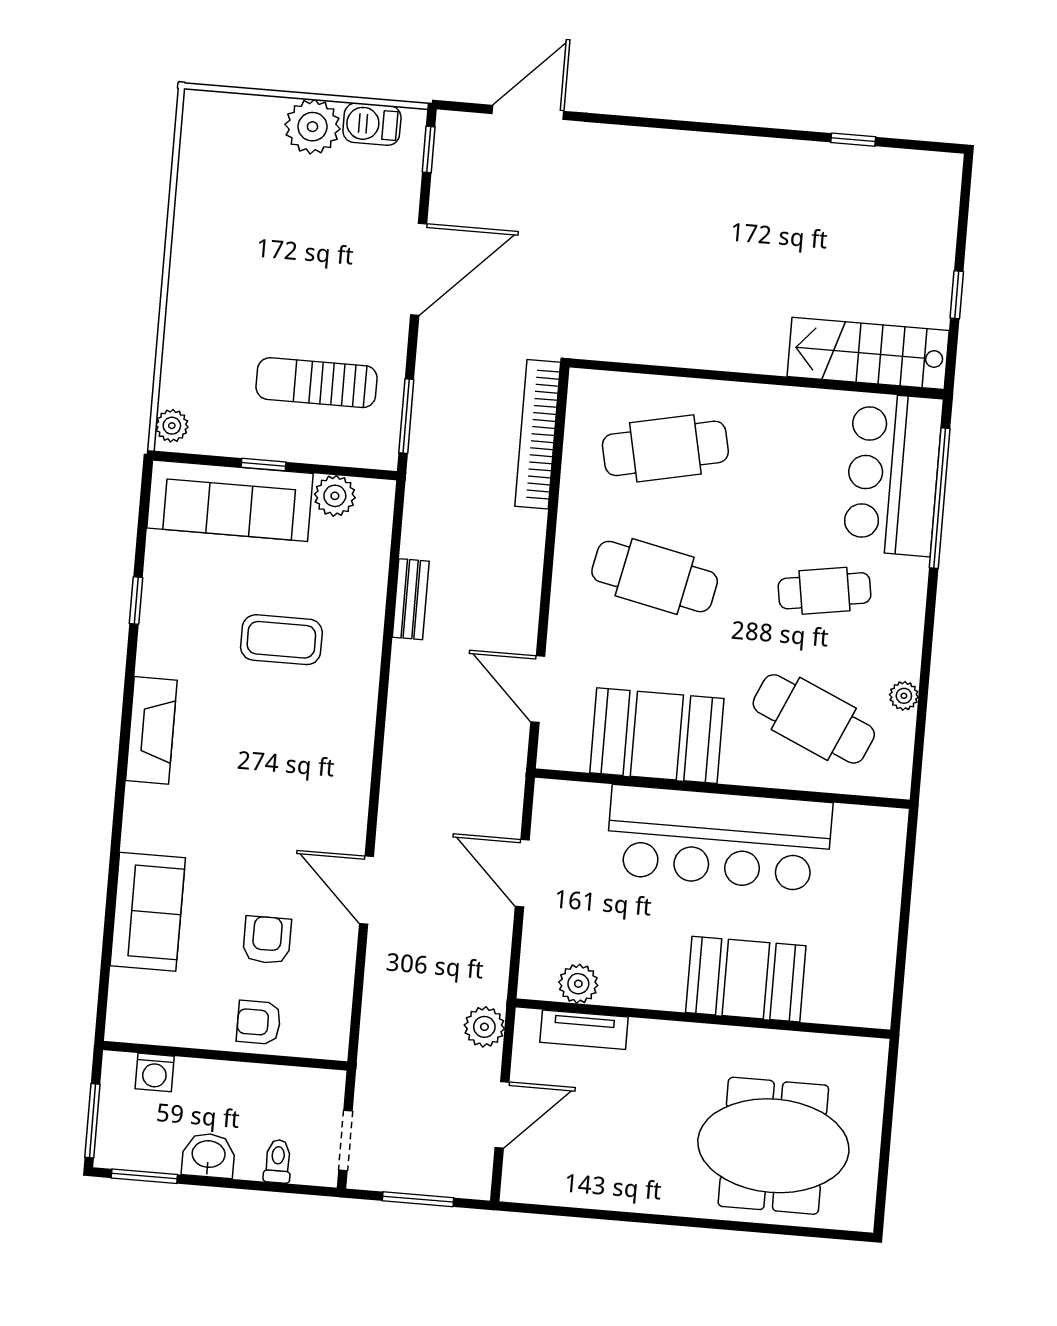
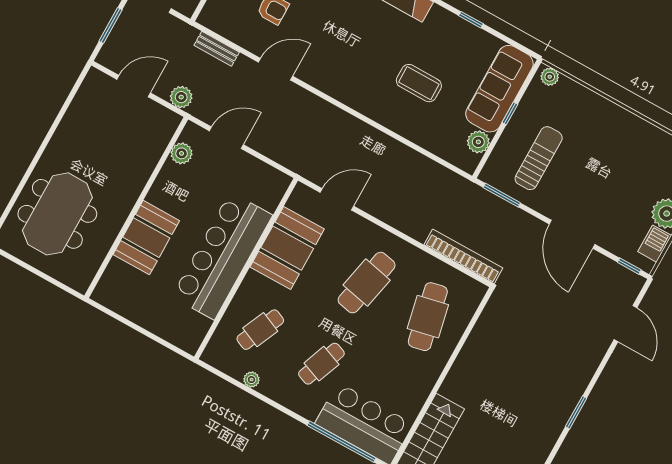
window: (714, 128) -> (576, 412), added
cafe table: (824, 591) -> (321, 364), turned 30
bench: (411, 599) -> (217, 49), moved
coffee table: (281, 640) -> (419, 83), turned 90
cafe table: (814, 719) -> (260, 330), width x0.73, depth x0.74
door: (522, 873) -> (226, 138), moved
tv unit: (584, 1030) -> (157, 146), removed
door: (502, 1115) -> (134, 86), swing flipped

